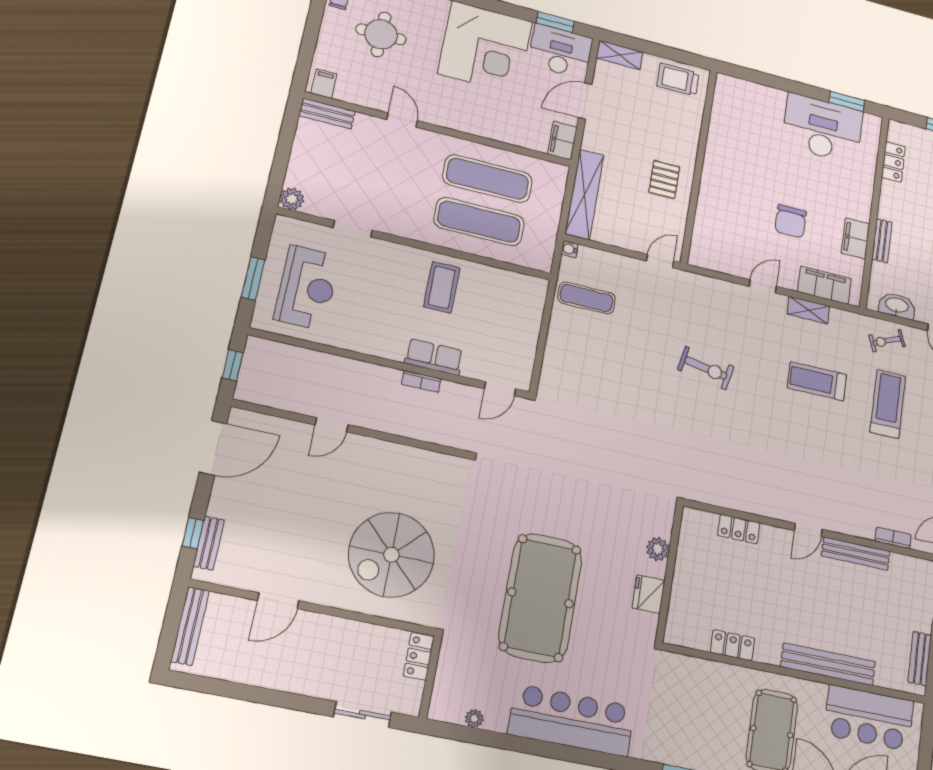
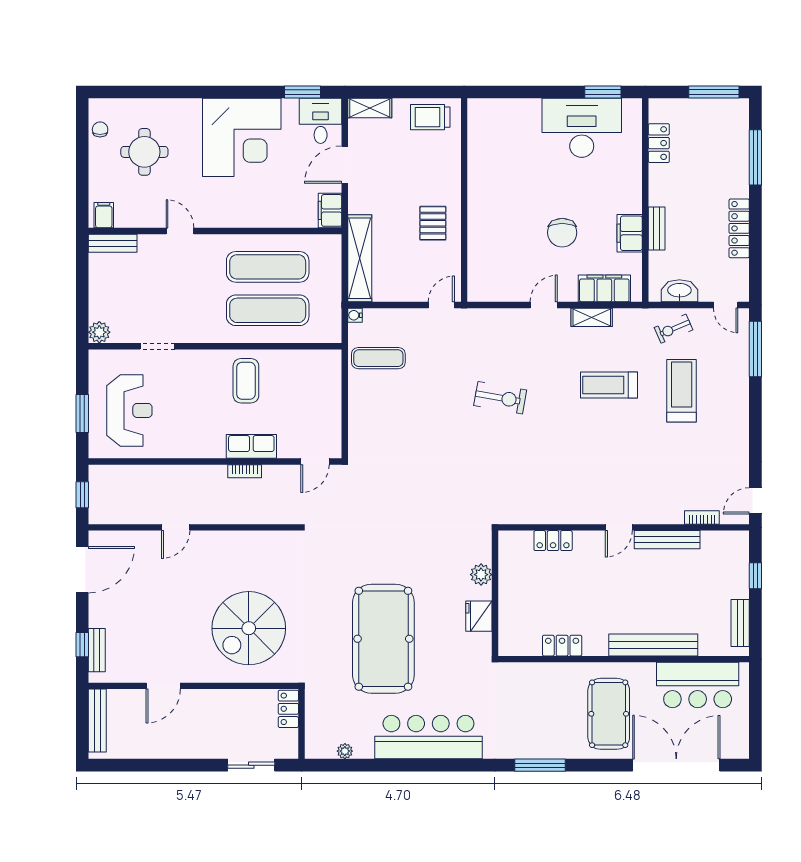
desk: (560, 51) -> (321, 121), width x0.73

